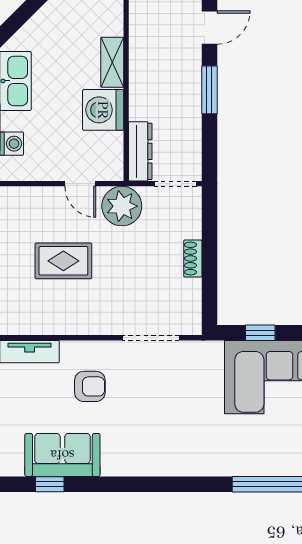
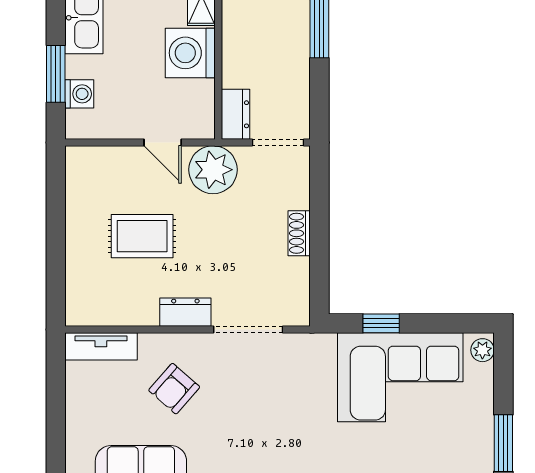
dresser: (140, 151) -> (235, 114), width x0.70
dresser: (99, 323) -> (185, 312), added
armchair: (90, 386) -> (174, 389), turned 131

